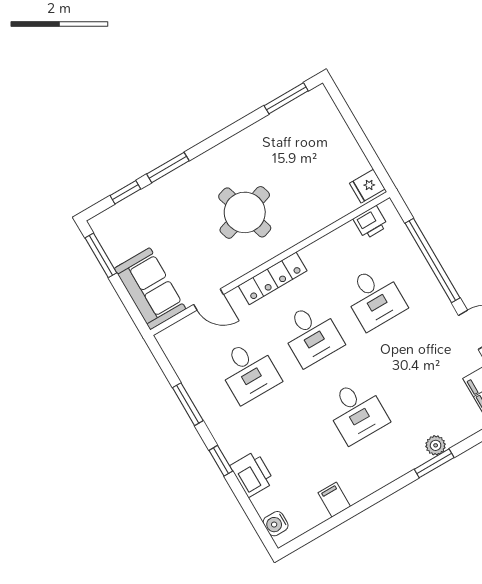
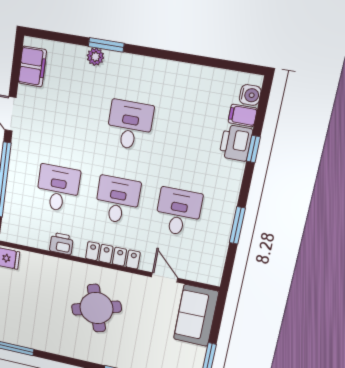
printer: (371, 222) -> (61, 244), moved
window: (221, 461) -> (253, 149), moved
filing cabinet: (334, 500) -> (243, 115), moved, turned 90

